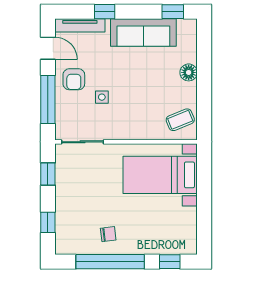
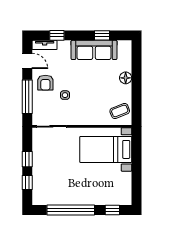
window: (105, 12) -> (57, 35), moved
window: (173, 12) -> (102, 35), moved
tv unit: (80, 25) -> (45, 45), width x0.71
window: (48, 174) -> (27, 159), moved
chair: (108, 234) -> (69, 191), removed

